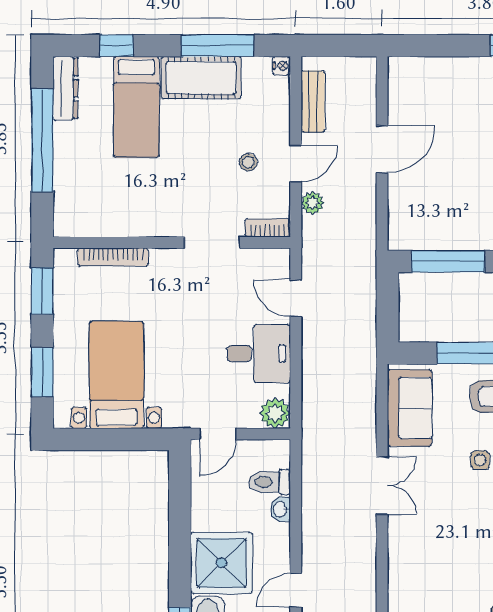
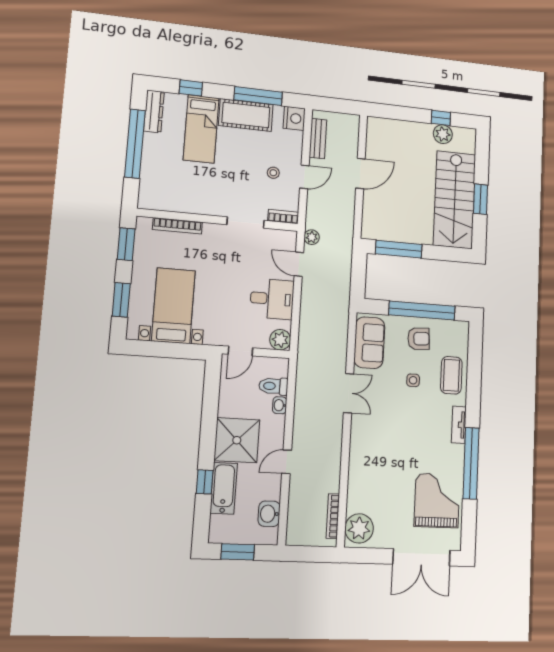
nightstand: (282, 66) -> (294, 118), width x1.89, depth x1.79
plant: (313, 203) -> (312, 237), moved

